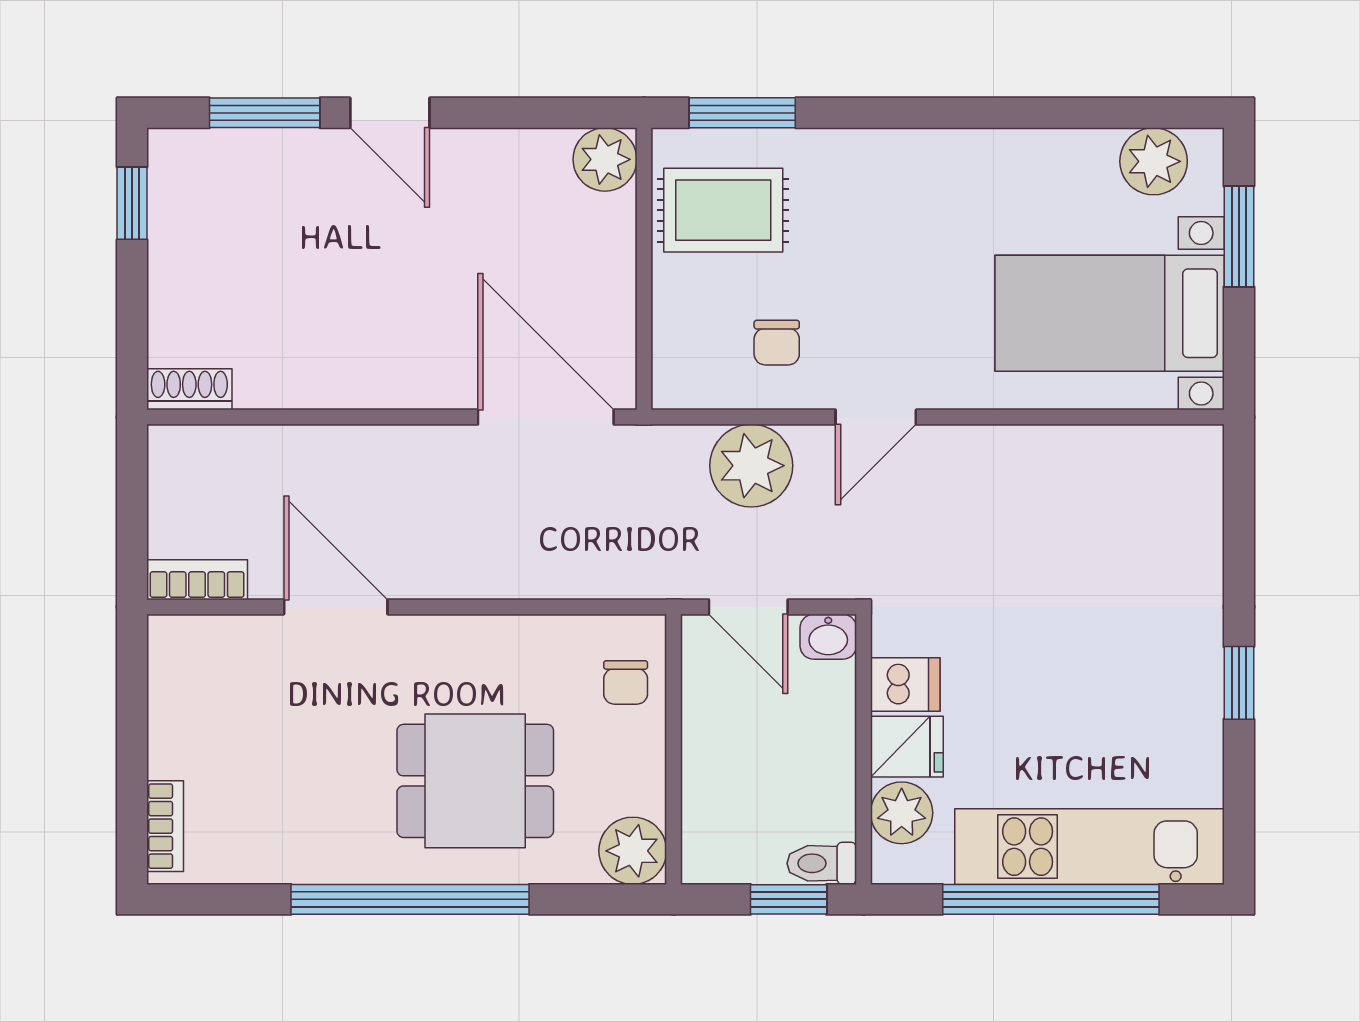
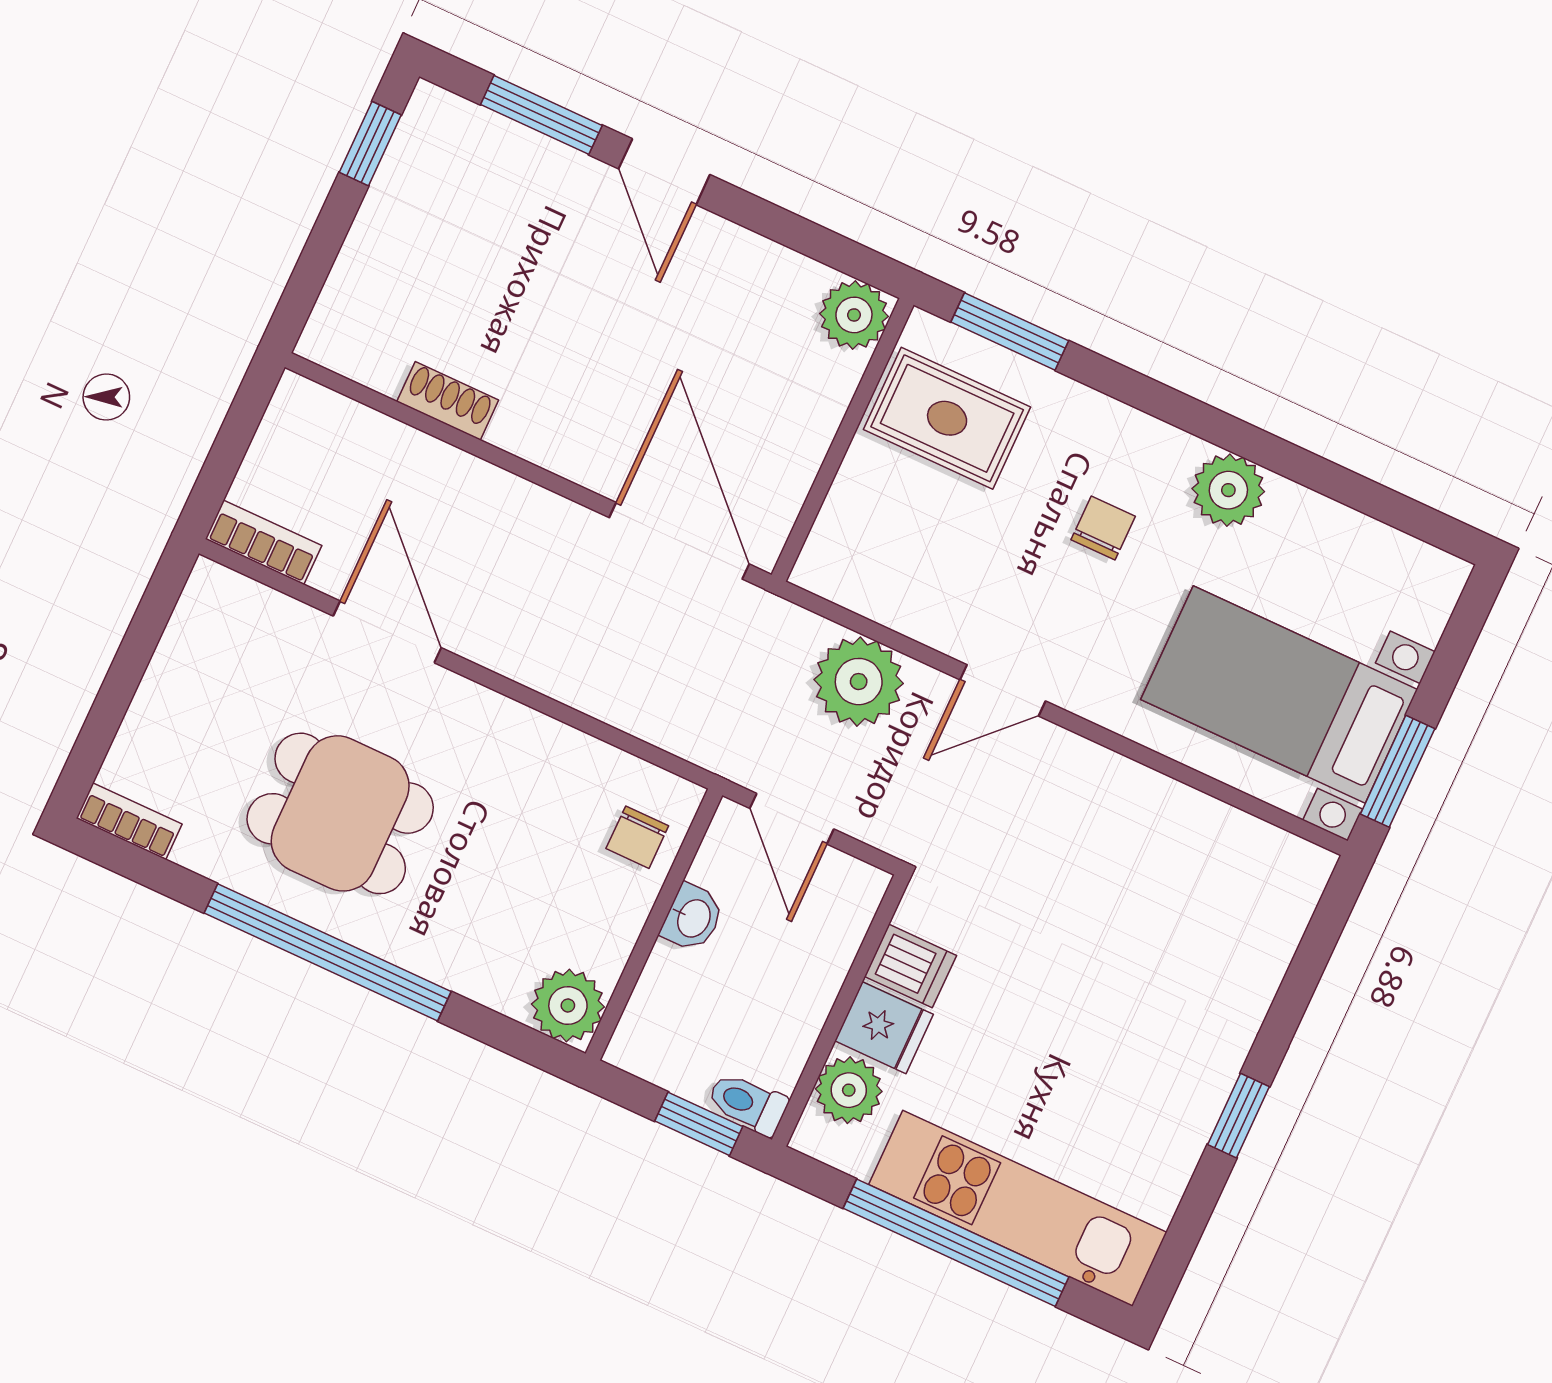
plant: (1154, 161) -> (1228, 490), moved
window: (1239, 237) -> (1398, 771), moved
chair: (777, 343) -> (1103, 528), moved, turned 180
shoe rack: (189, 389) -> (448, 401), moved
washbasin: (828, 637) -> (693, 918), moved, turned -90
dining table: (475, 781) -> (340, 813), moved
bookcase: (165, 826) -> (129, 821), moved, turned -90

